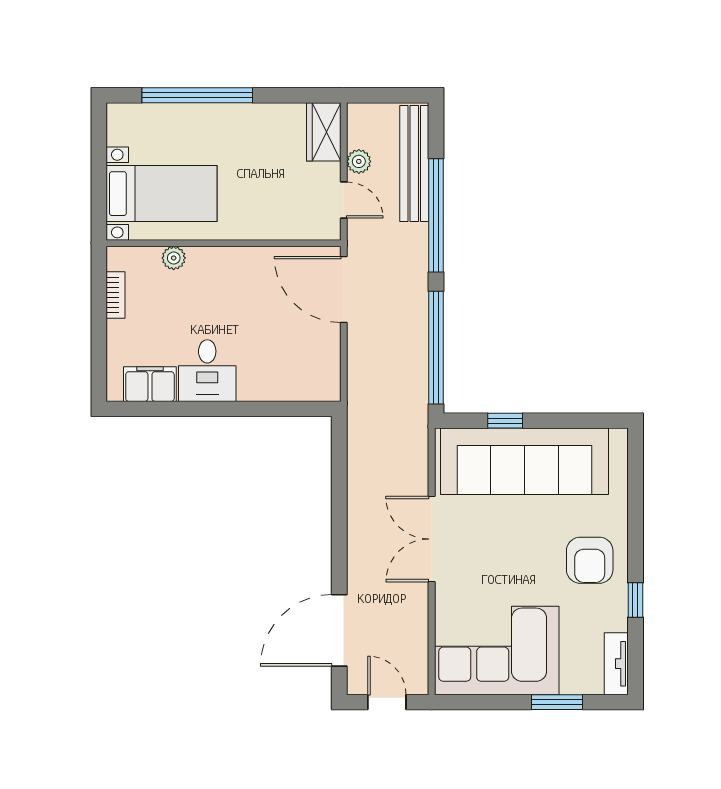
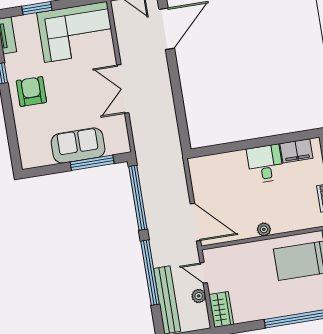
plant: (174, 258) -> (264, 229), moved
window: (505, 421) -> (92, 163), width x2.17
sofa: (524, 461) -> (78, 146), width x0.54, depth x0.79
double door: (432, 539) -> (123, 89), swing flipped

